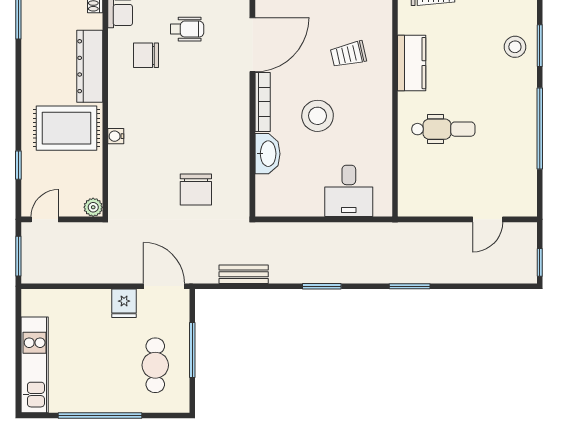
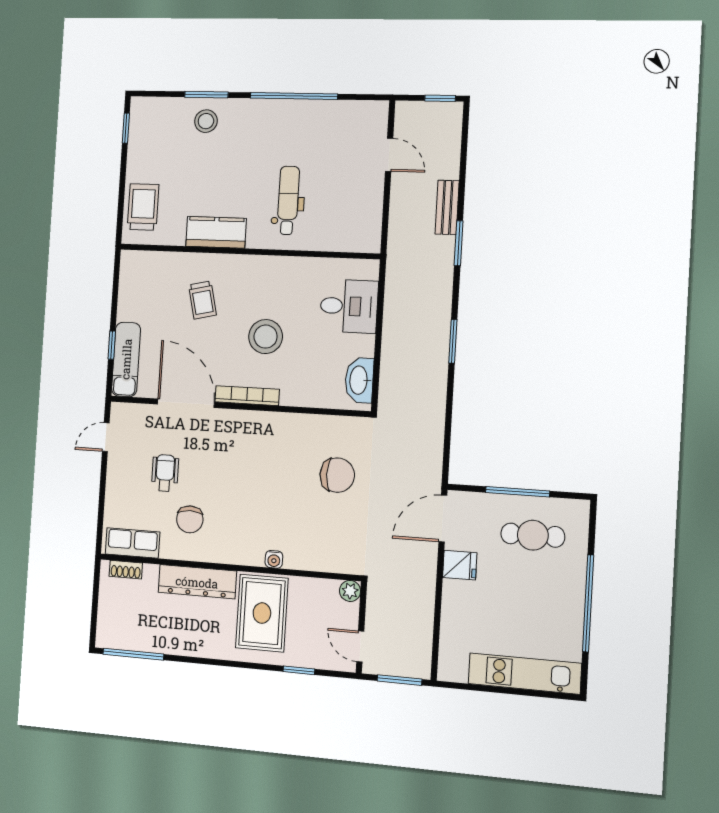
washbasin: (267, 154) -> (359, 380), moved, turned -90
bench: (244, 274) -> (447, 207), moved

